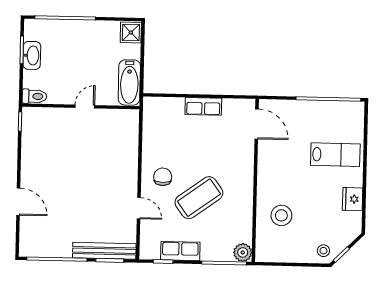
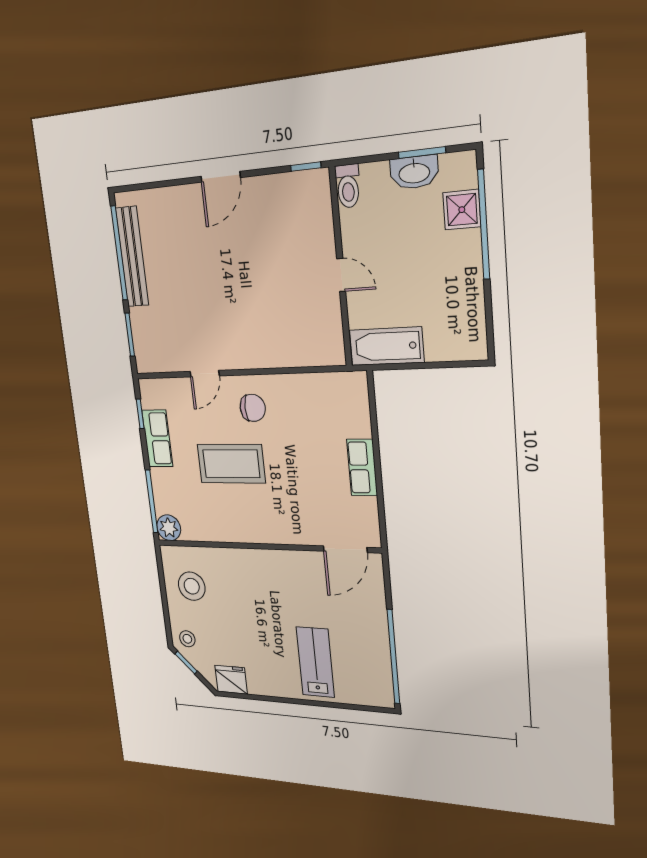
shower: (131, 33) -> (462, 210), moved
lab bench: (335, 155) -> (315, 662), turned 180
coffee table: (199, 198) -> (231, 464), turned -54
fridge: (353, 199) -> (231, 680), moved
door: (18, 202) -> (221, 177), moved
stool: (281, 215) -> (192, 586), moved
bench: (104, 251) -> (132, 257), moved

